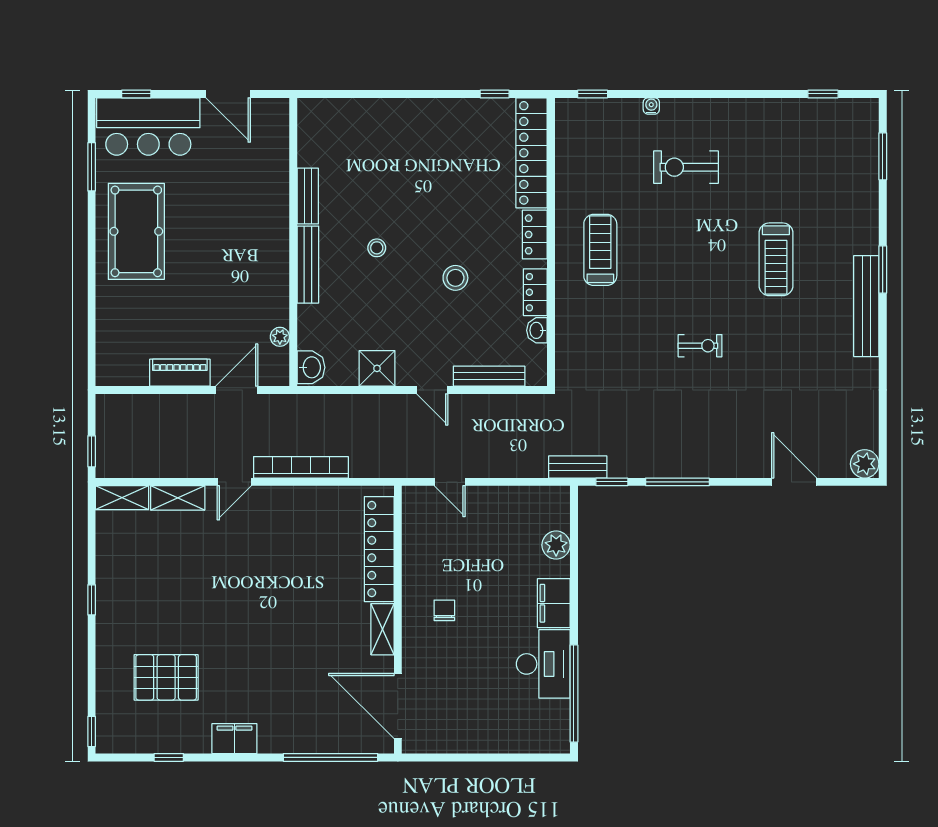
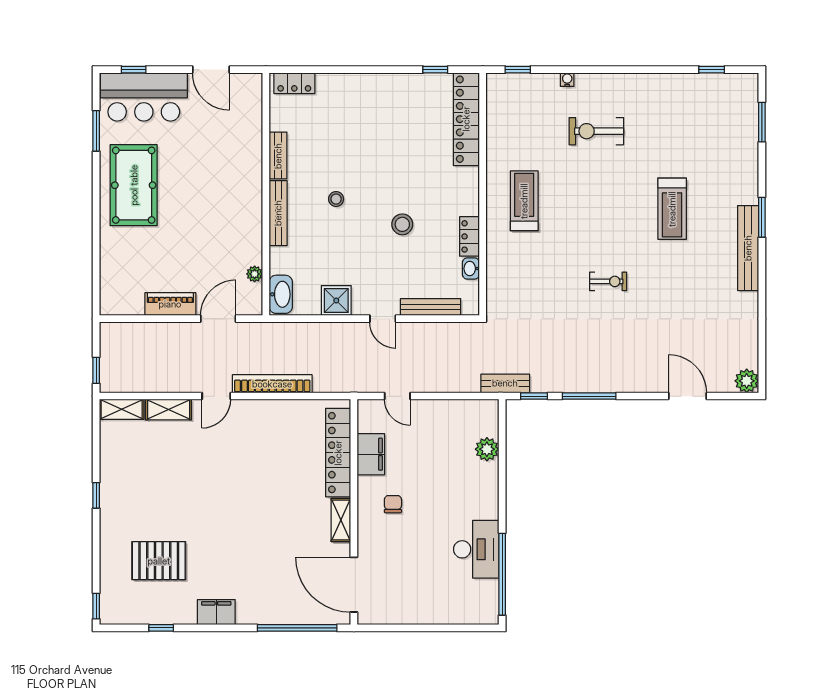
locker: (535, 234) -> (294, 83), moved, turned -90
washbasin: (311, 367) -> (281, 294), width x1.38
filing cabinet: (554, 603) -> (371, 454), moved, turned 180

